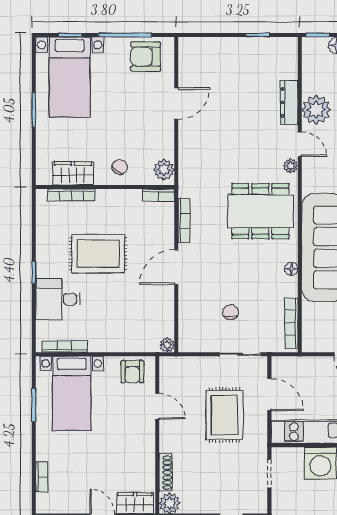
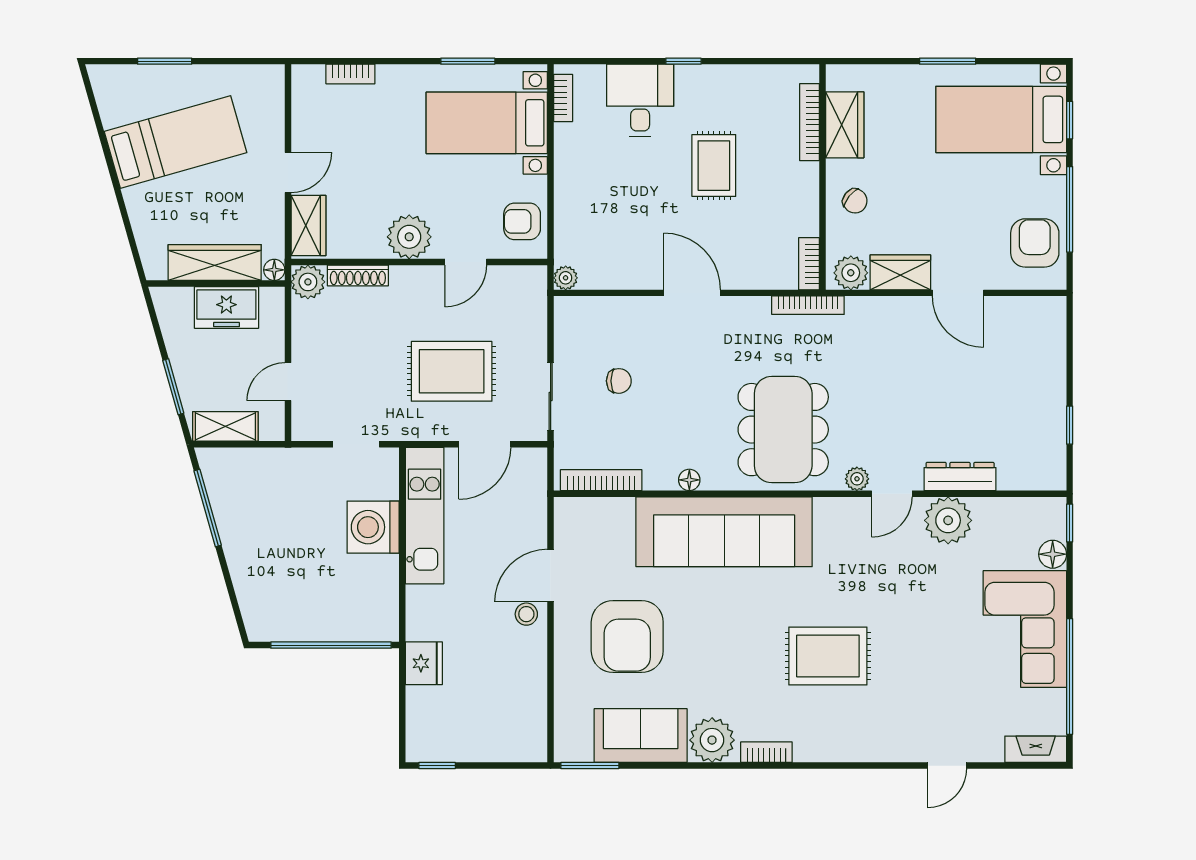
wardrobe: (164, 139) -> (900, 272), added
bookcase: (184, 221) -> (808, 305), moved
rug: (98, 254) -> (714, 166), width x0.73, depth x0.70
bookcase: (65, 346) -> (563, 98), width x0.64
plant: (142, 441) -> (409, 237), added

